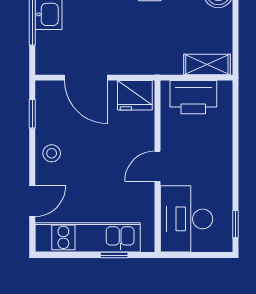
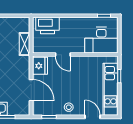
shelving: (207, 64) -> (25, 44), moved
door: (86, 78) -> (31, 90), hinge flipped
printer: (193, 97) -> (48, 25), moved, turned 90
door: (158, 166) -> (63, 55), moved

